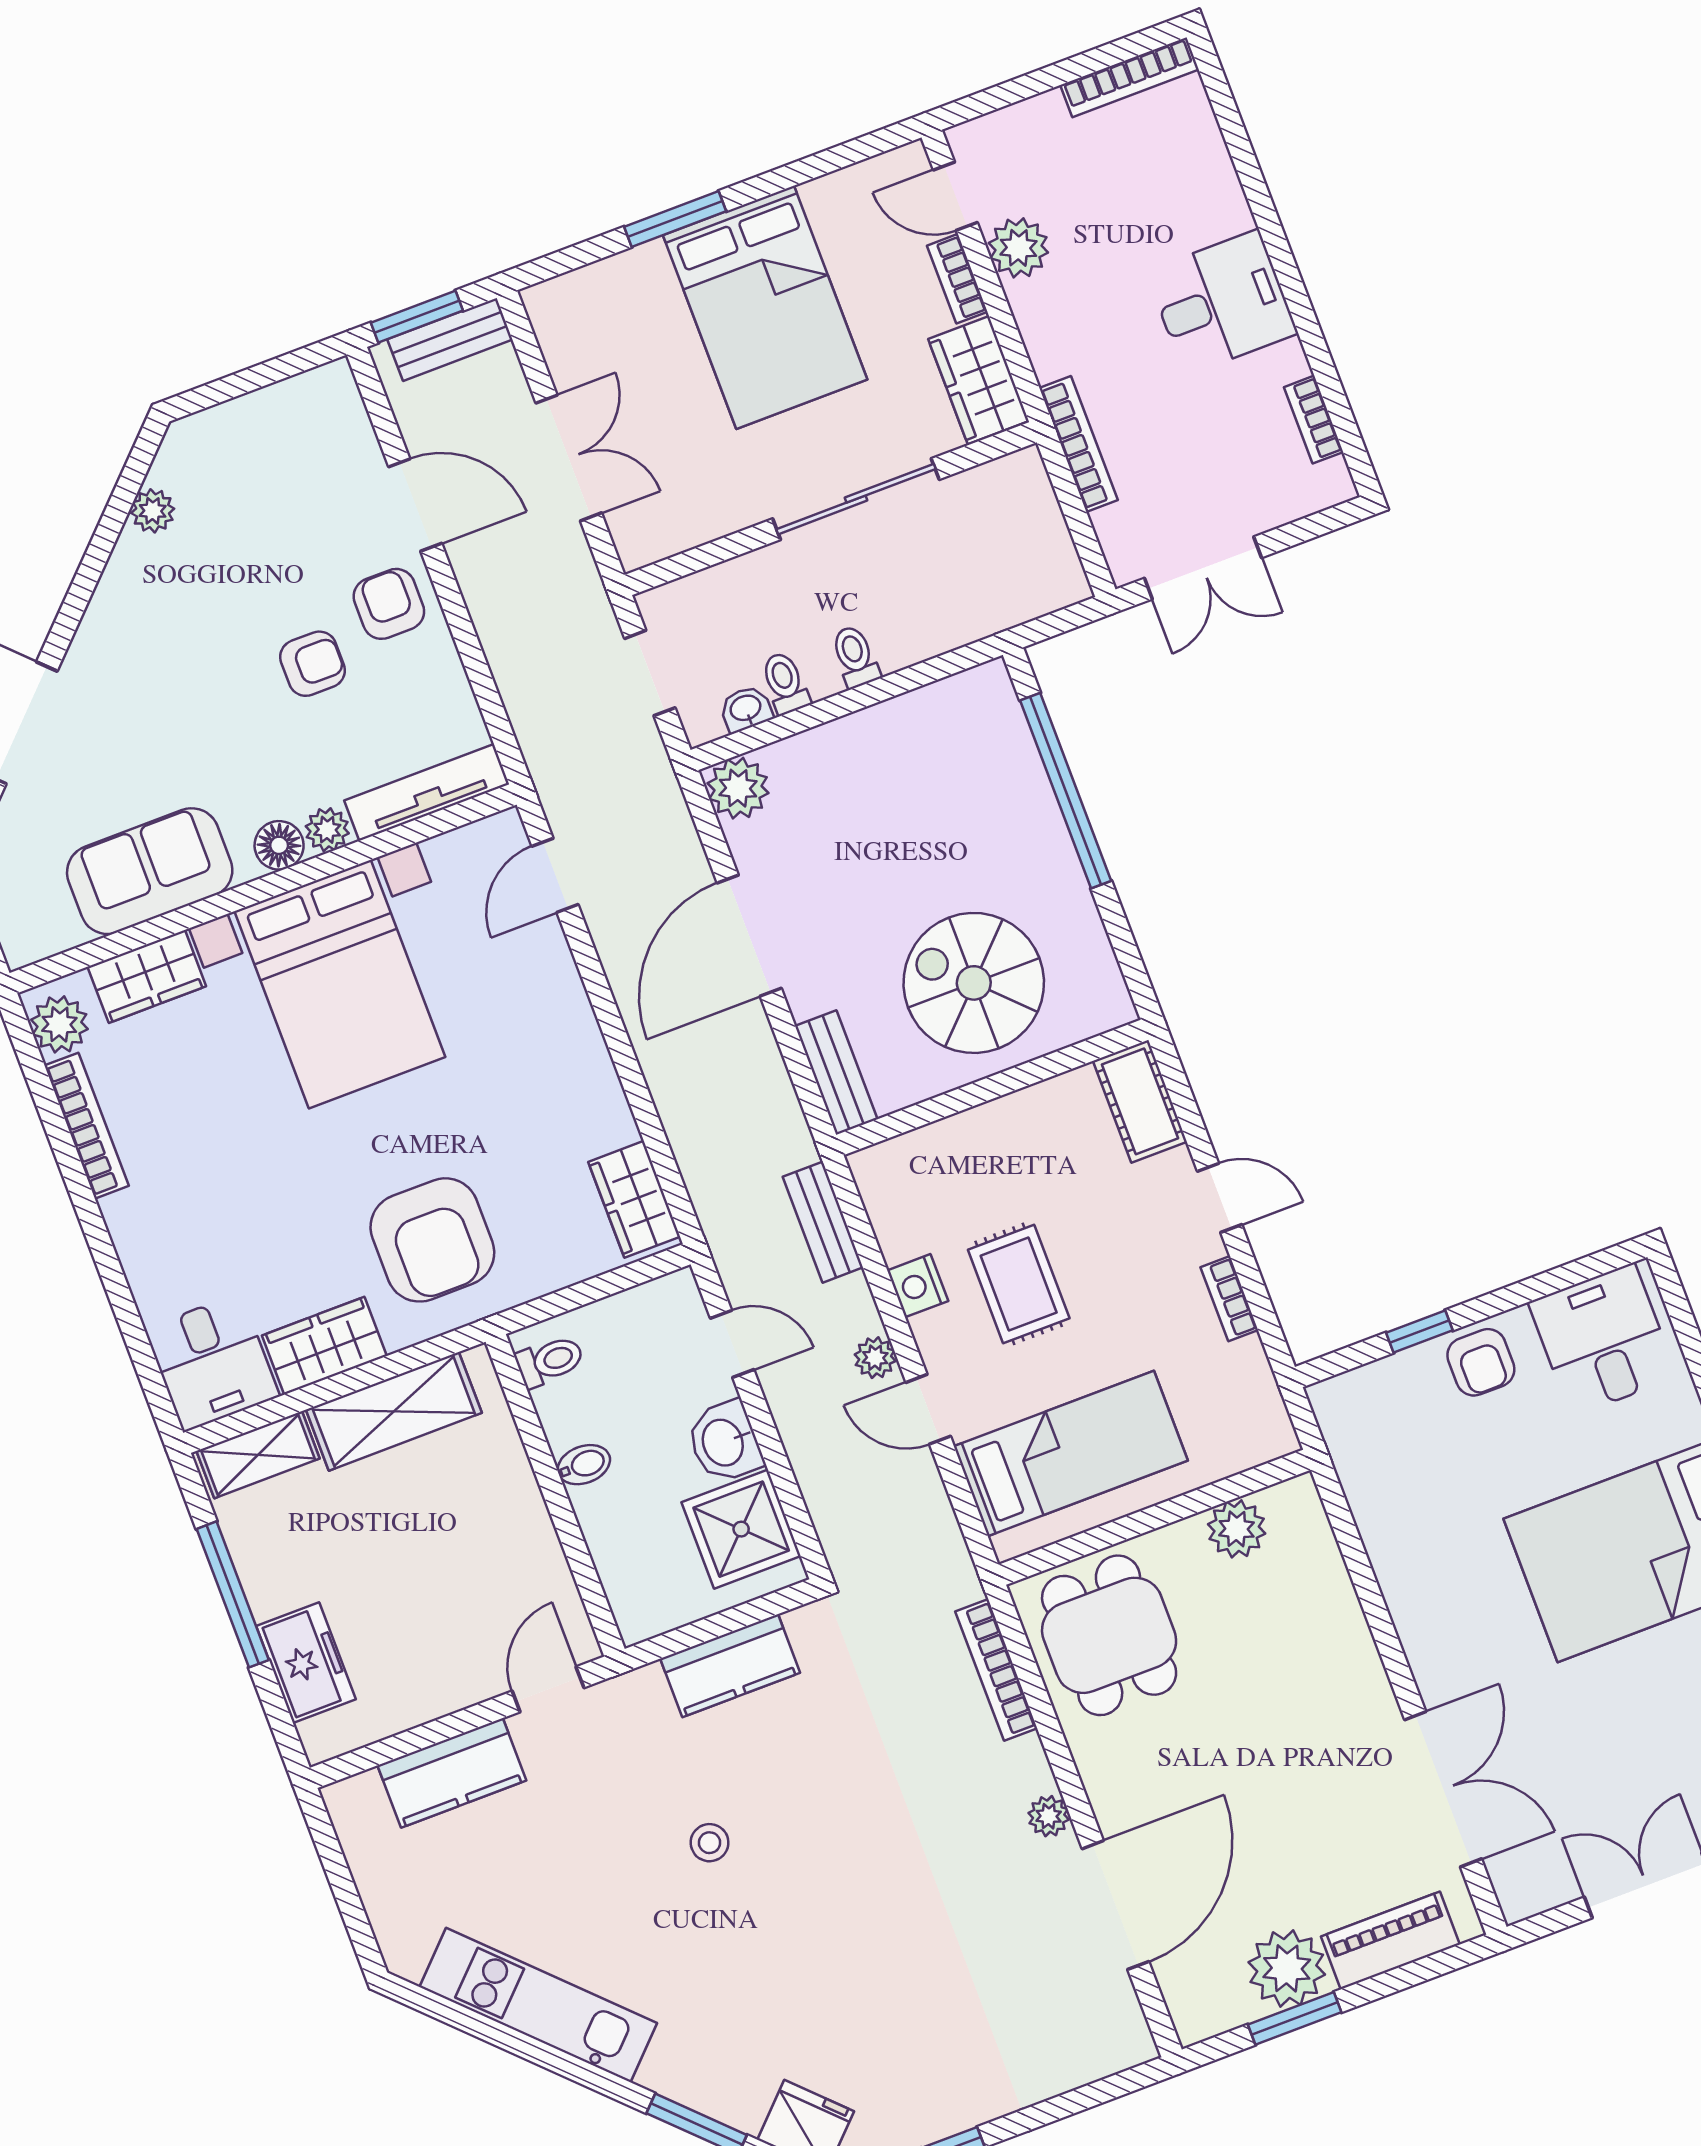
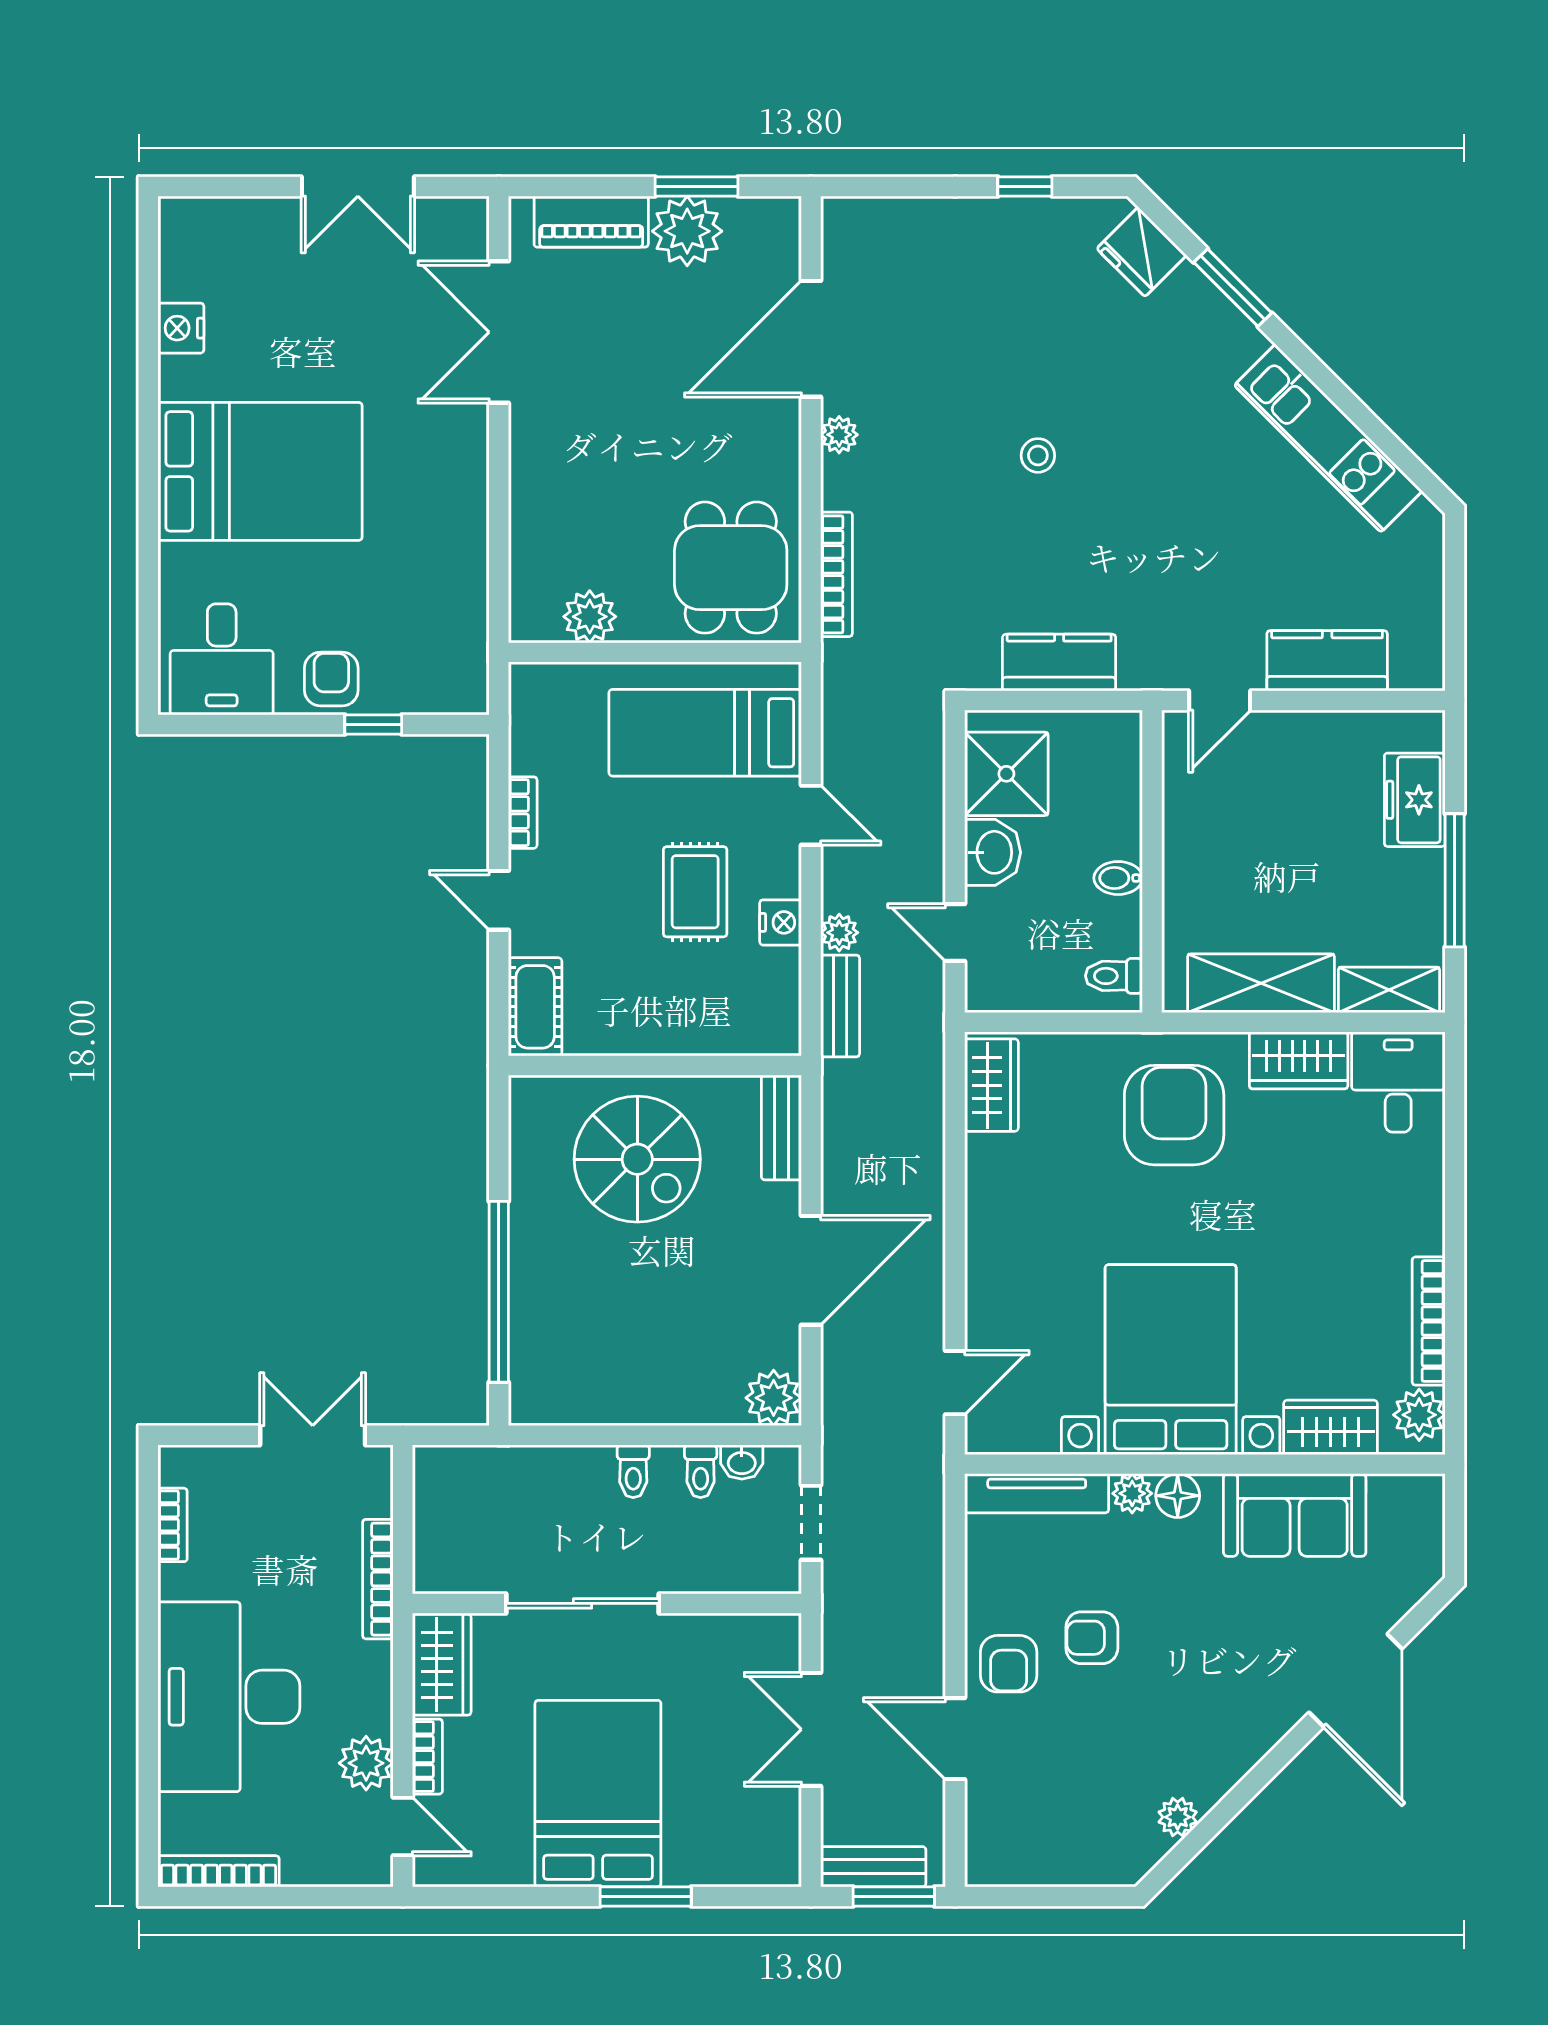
desk: (1222, 302) -> (229, 1697), width x1.87, depth x1.30
plant: (875, 1358) -> (839, 933), moved
stool: (710, 1843) -> (1038, 455), moved

